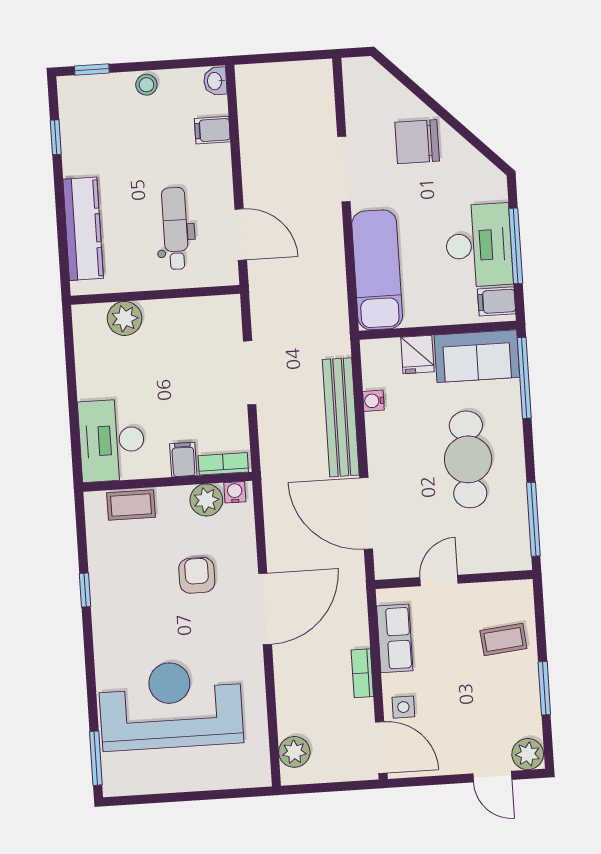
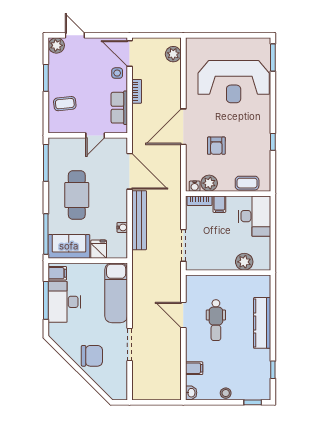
wall: (155, 295) -> (228, 273), moved
plant: (125, 318) -> (244, 262), moved

